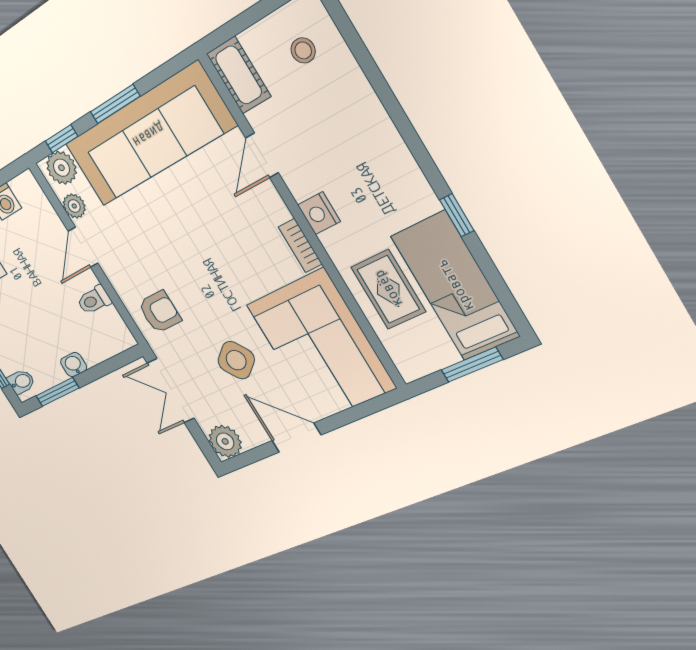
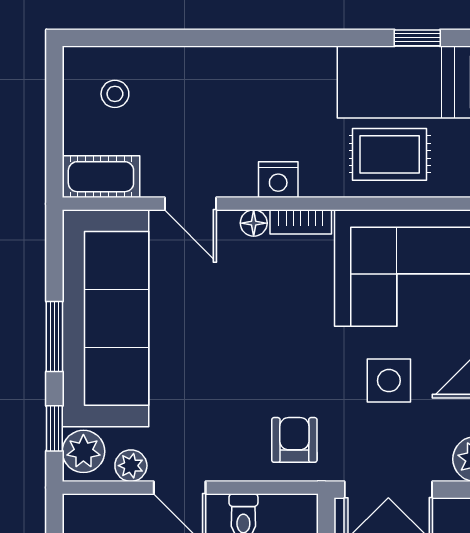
floor lamp: (278, 210) -> (254, 223), added
window: (457, 215) -> (417, 38), moved
side table: (236, 360) -> (389, 381), turned 37

